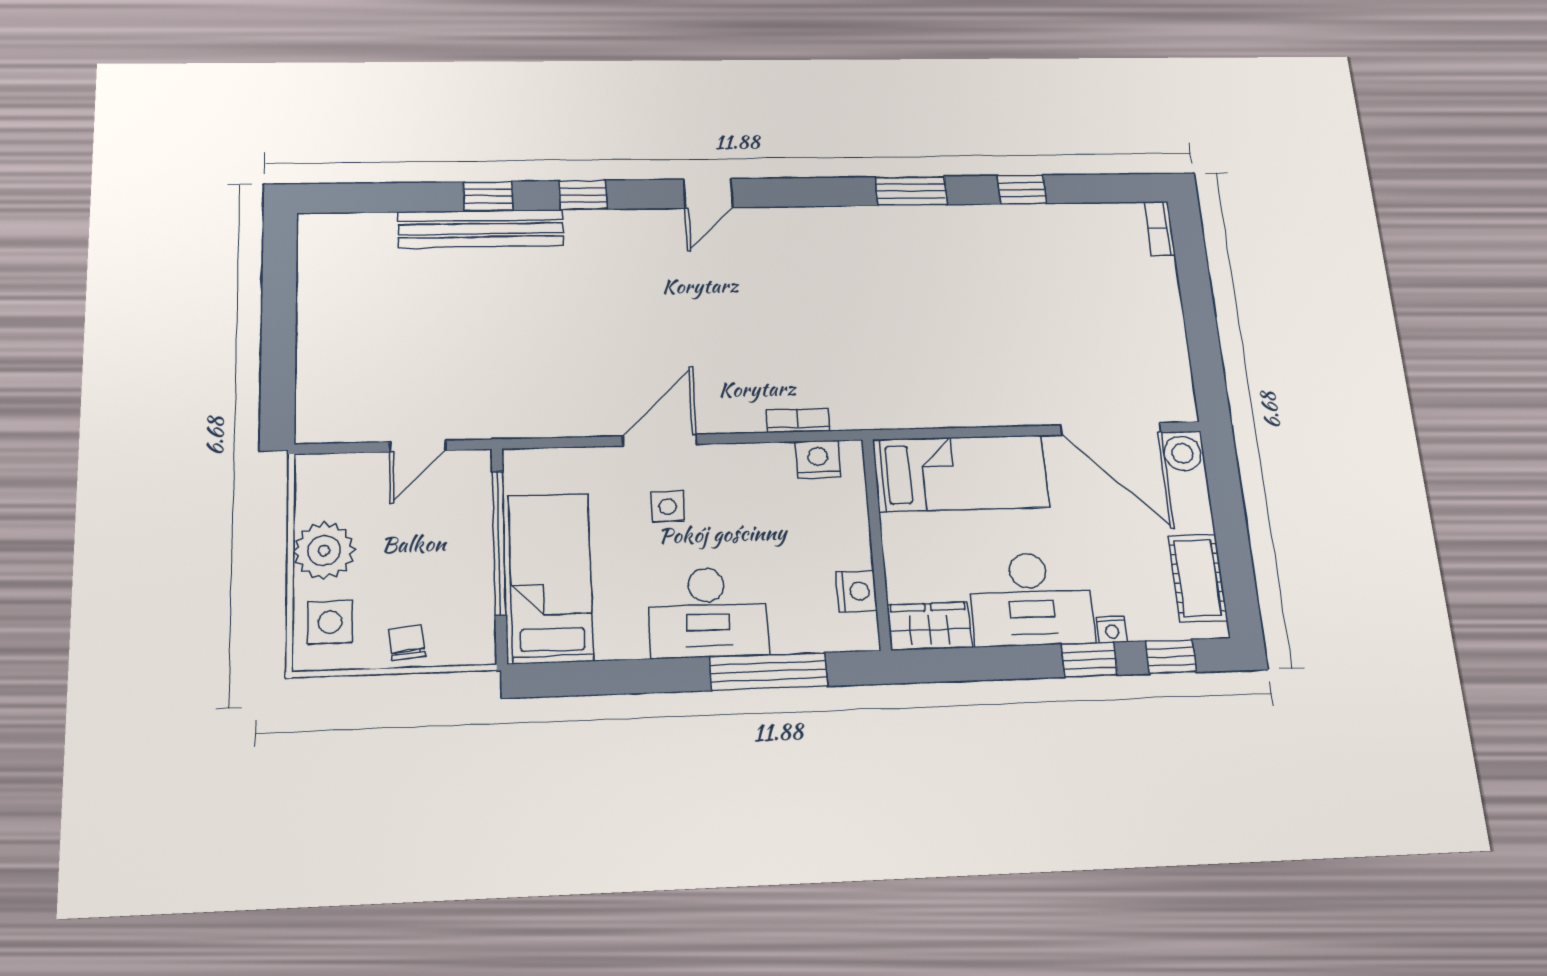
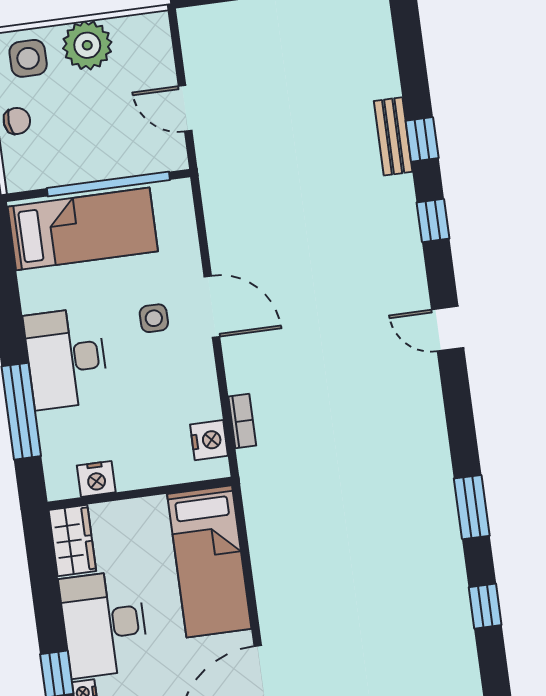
bench: (481, 229) -> (393, 136), width x0.54, depth x0.82

